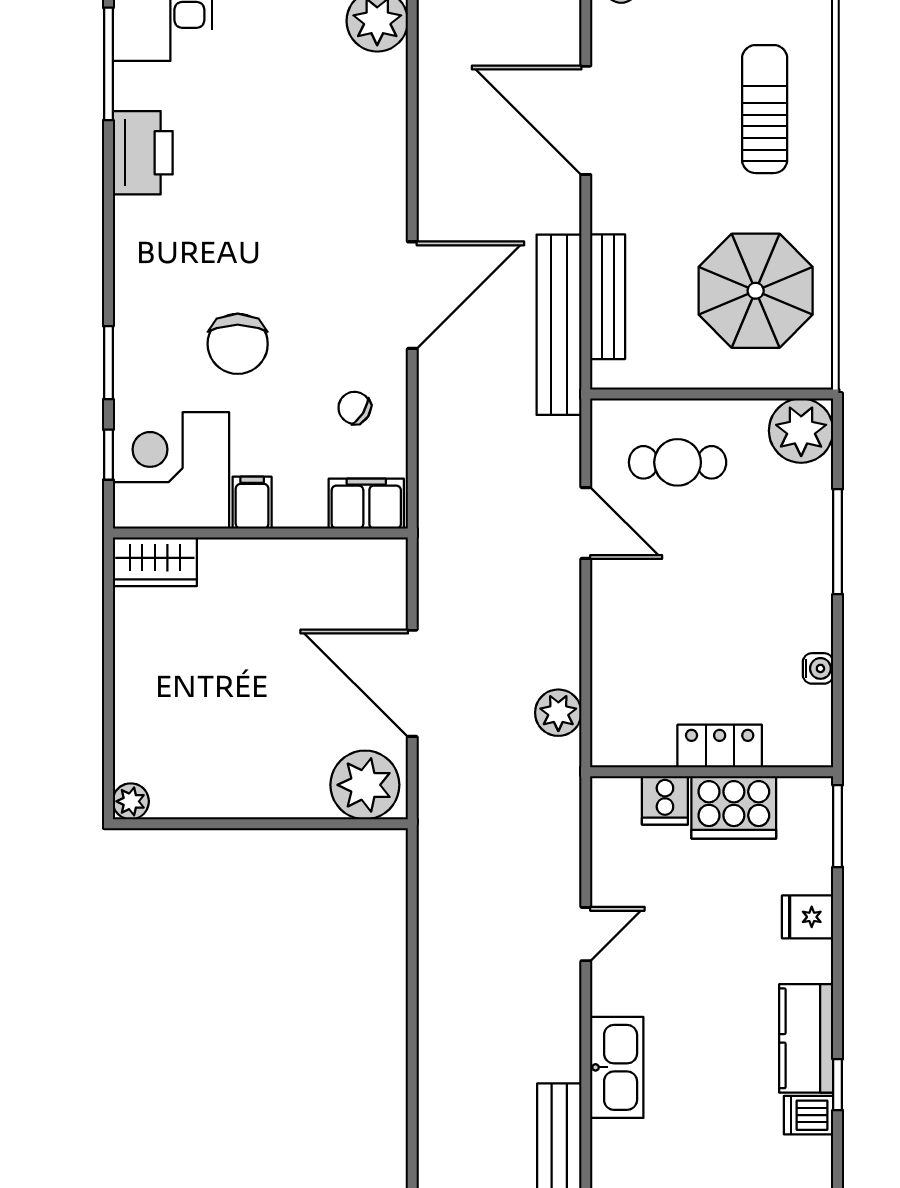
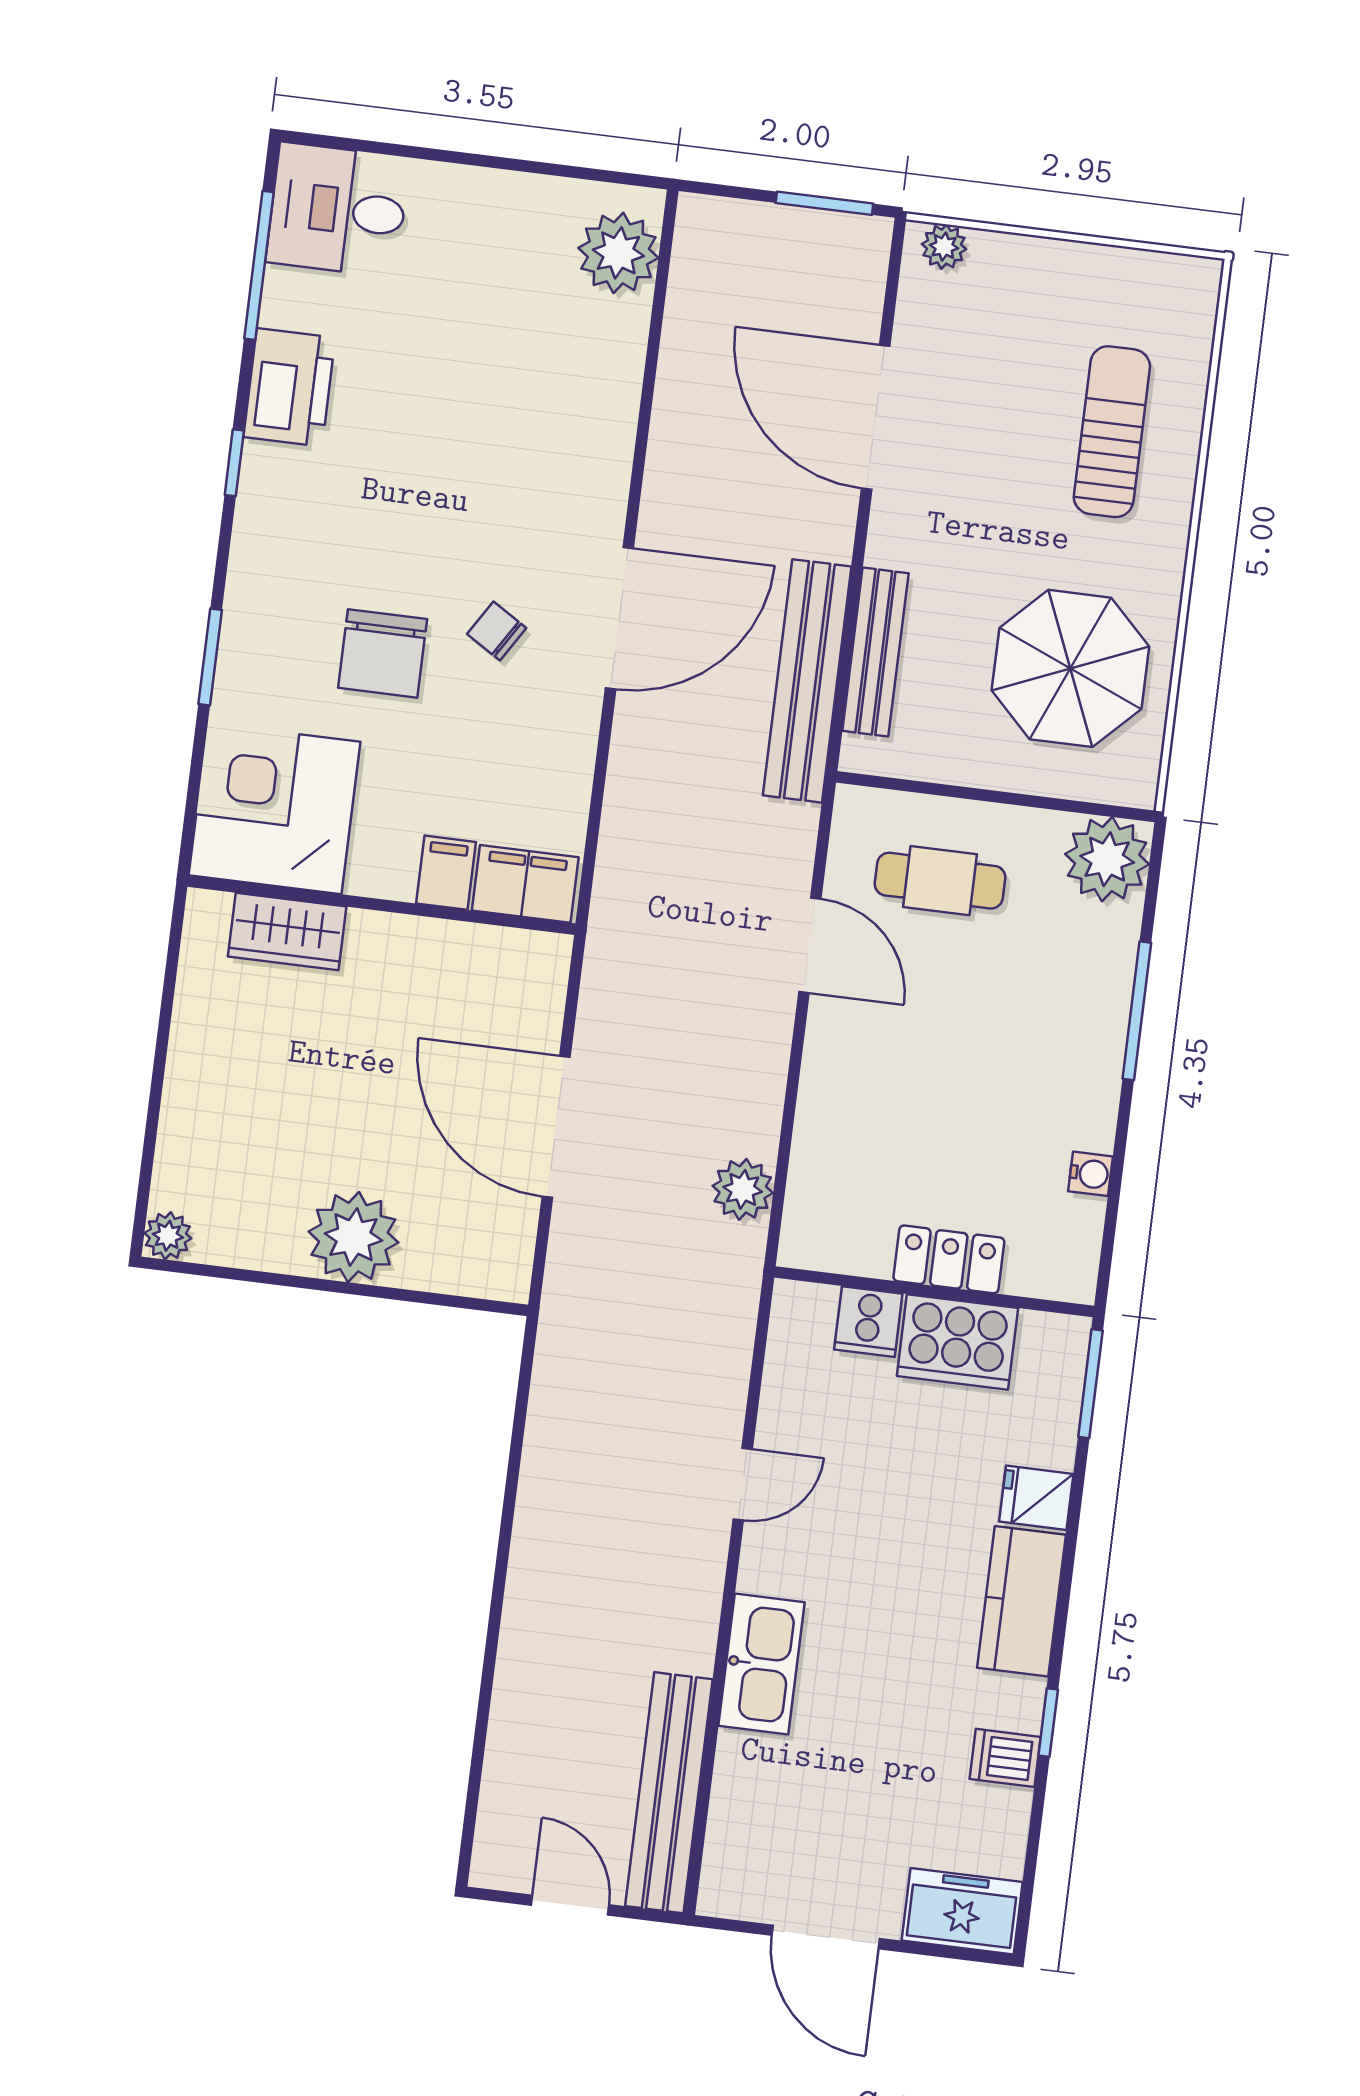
chair: (355, 408) -> (497, 631), moved
window: (108, 455) -> (234, 463), moved
filing cabinet: (252, 503) -> (446, 873), moved
wardrobe: (155, 562) -> (287, 932), moved
plant: (365, 785) -> (353, 1237), moved
kitchen counter: (806, 1038) -> (1021, 1601), moved

